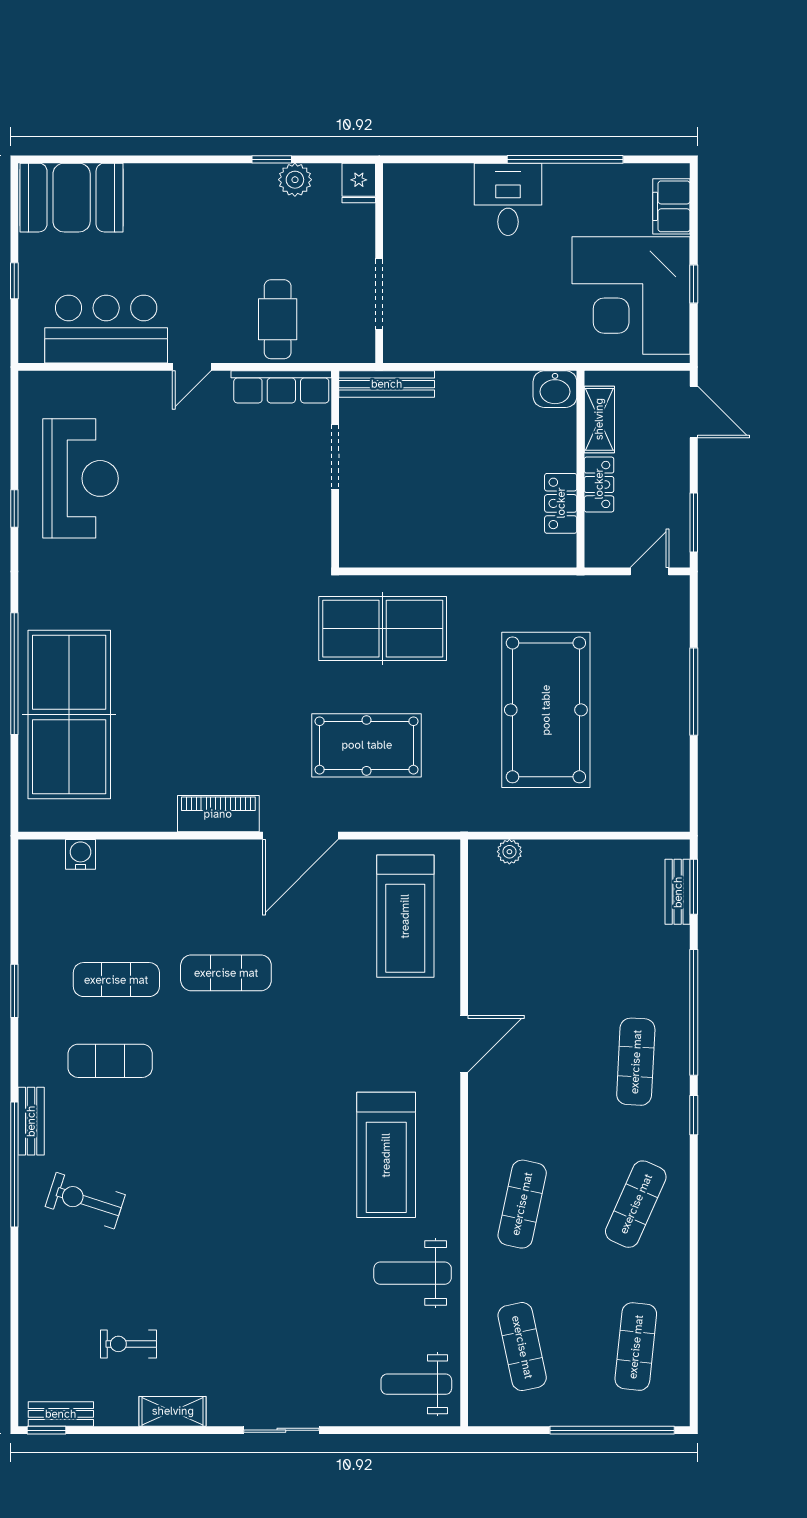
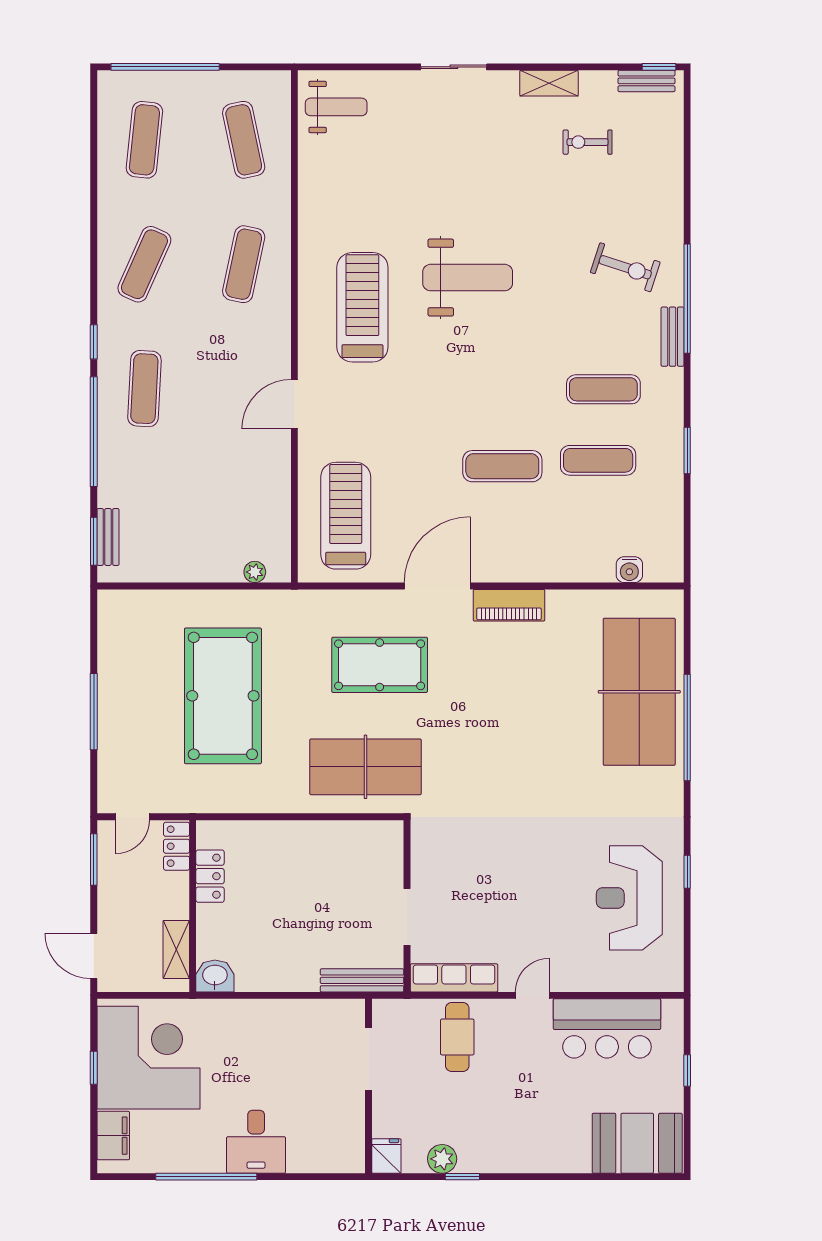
locker: (599, 484) -> (177, 846), moved
weight bench: (413, 1273) -> (468, 278), moved, width x1.36, depth x1.33
exercise bike: (128, 1344) -> (588, 142), turned 180

